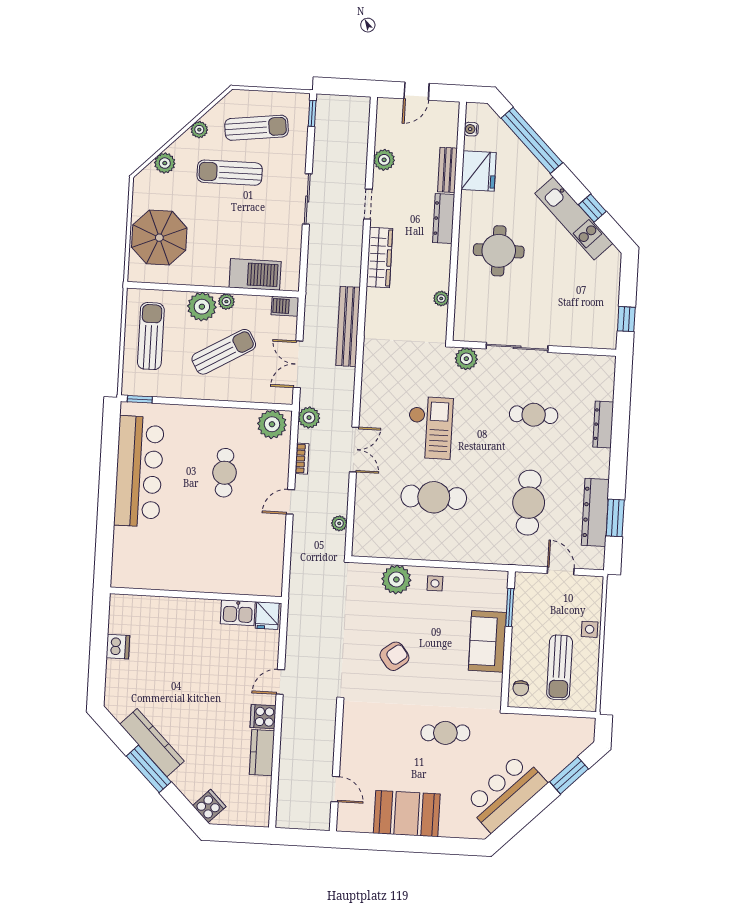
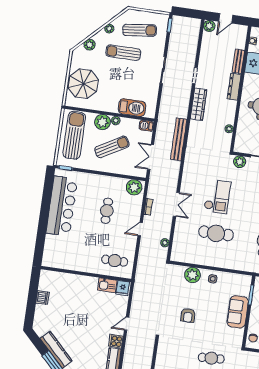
plant: (384, 160) -> (209, 26), moved
sun lounger: (151, 336) -> (74, 135), width x1.36, depth x1.34
plant: (309, 418) -> (154, 186), removed
cafe table: (248, 565) -> (115, 261), added
armchair: (394, 656) -> (188, 315), turned 127

